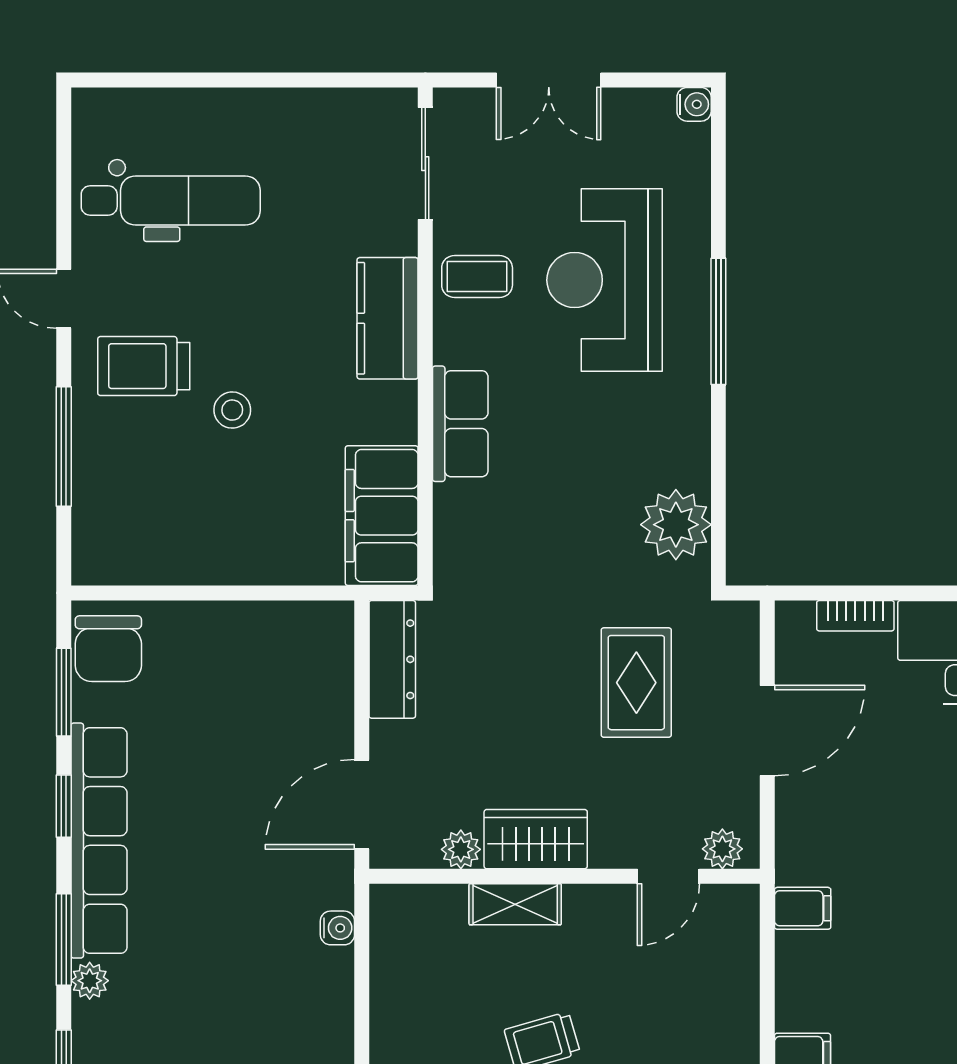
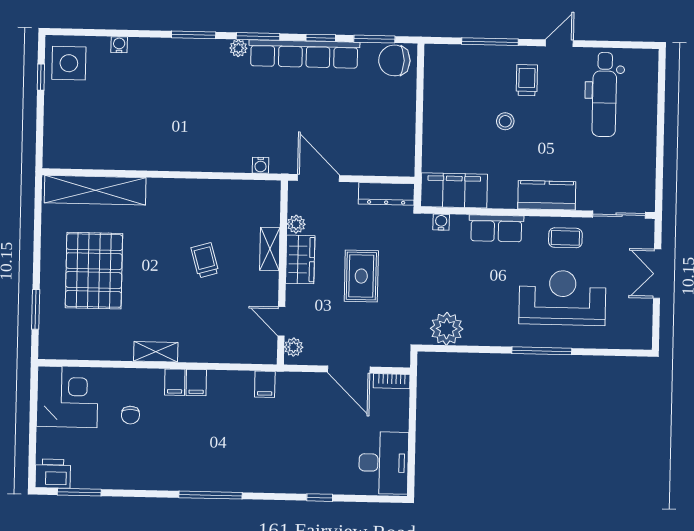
water cooler: (694, 104) -> (441, 222), moved, turned 180
coffee table: (477, 277) -> (565, 238), turned 90
trolley: (144, 366) -> (527, 80), width x0.73, depth x0.72
bookcase: (855, 616) -> (392, 381), moved, turned -90
rug: (636, 683) -> (361, 276), moved, turned 90

